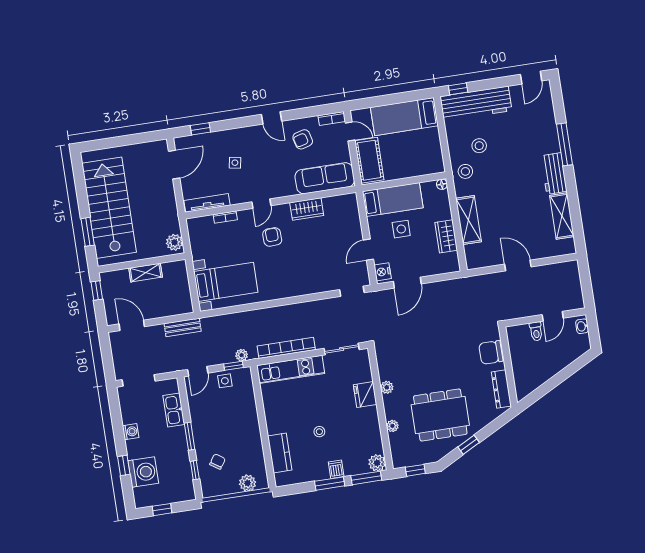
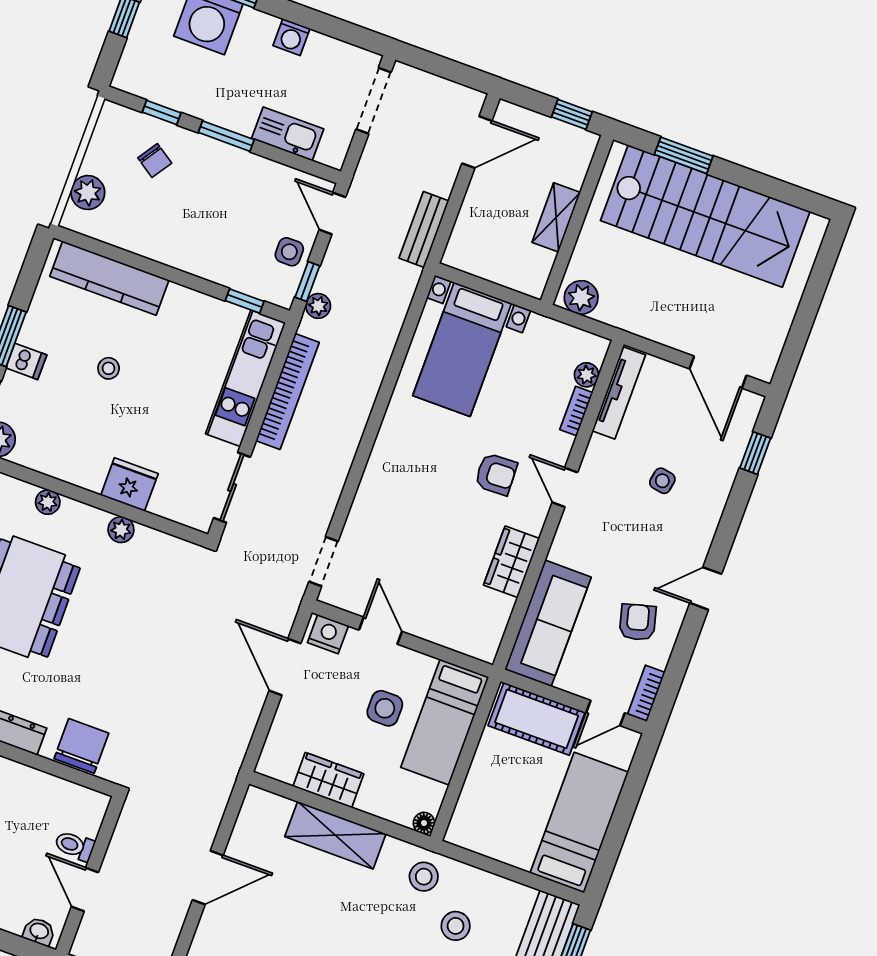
plant: (207, 221) -> (587, 375), added
window: (257, 388) -> (245, 301), added
kitchen counter: (280, 453) -> (109, 278), width x1.50

